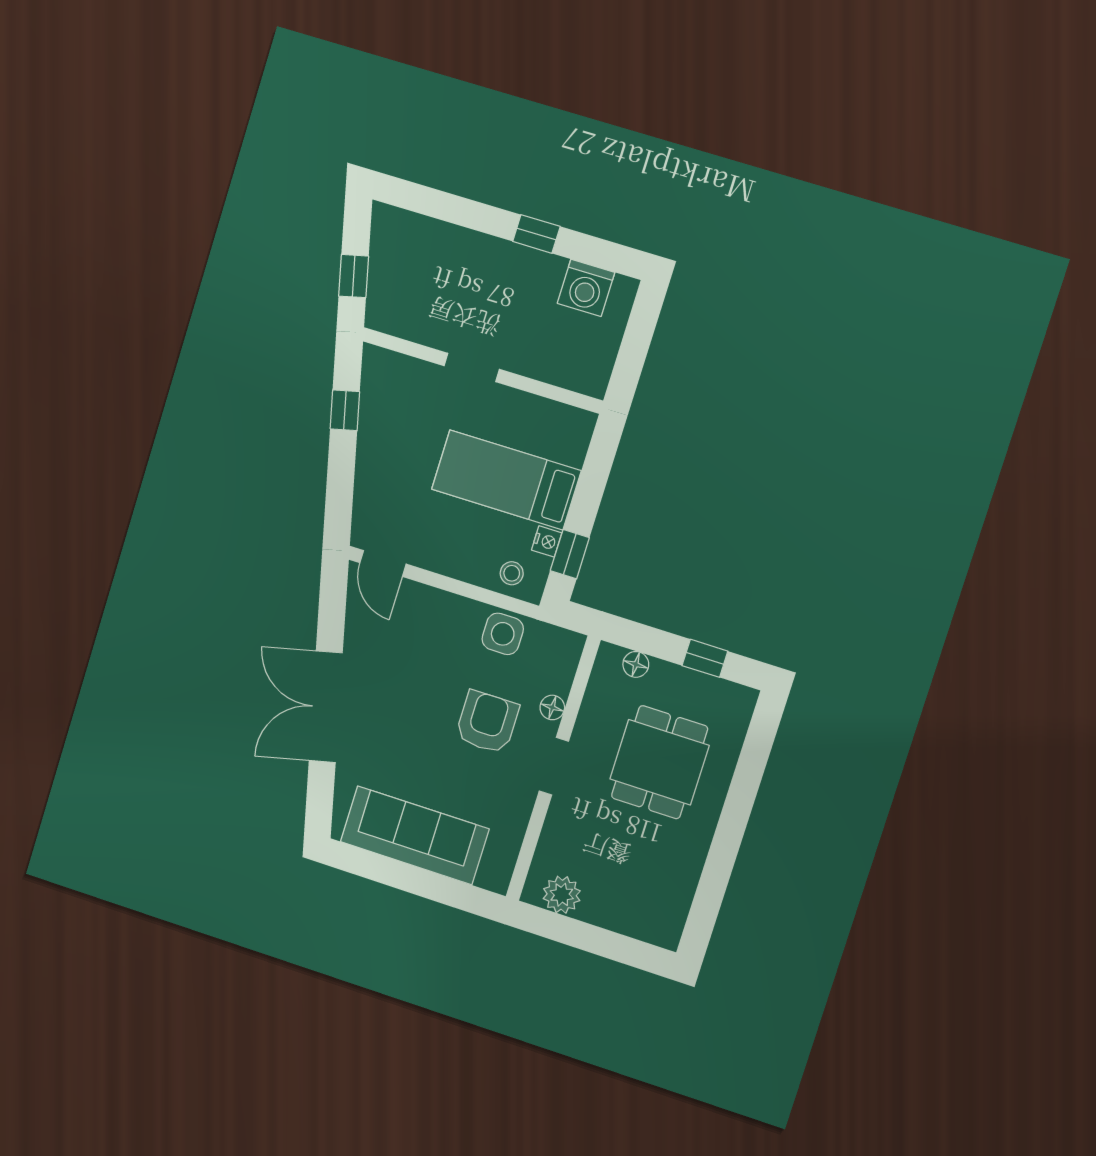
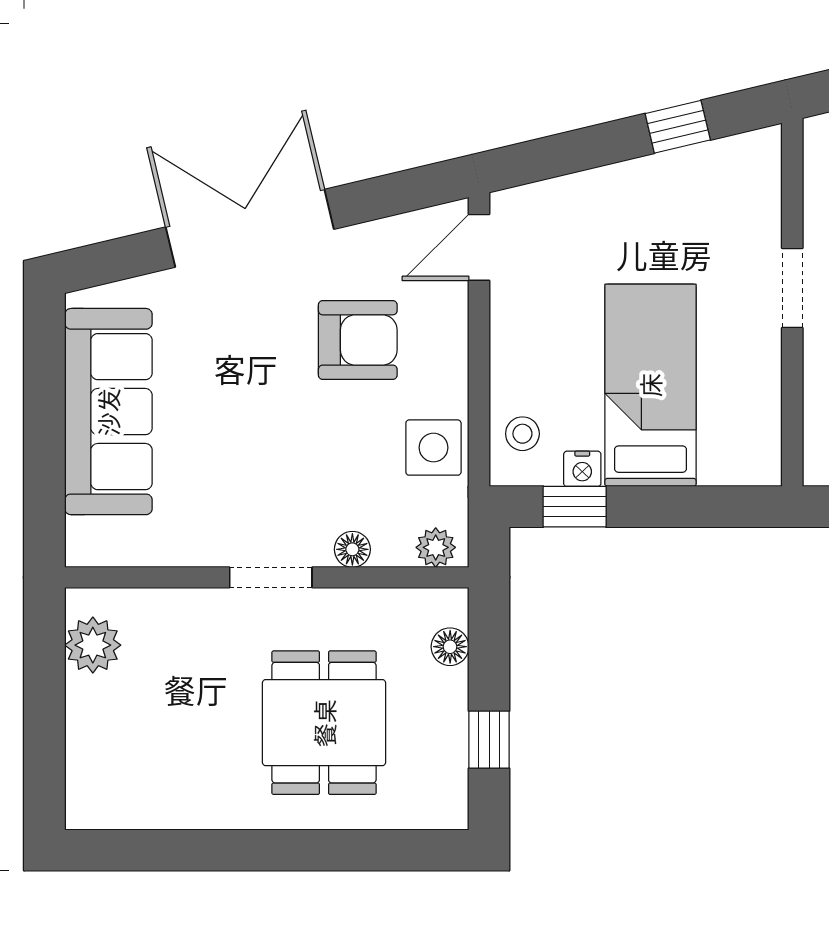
plant: (568, 653) -> (436, 547), added
armchair: (487, 722) -> (358, 340), moved
dining table: (660, 762) -> (324, 723), turned 90

